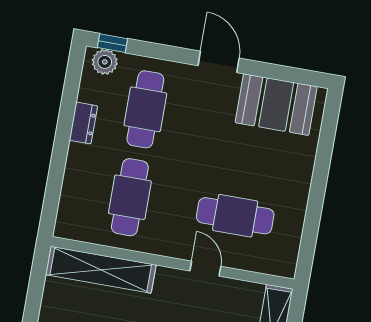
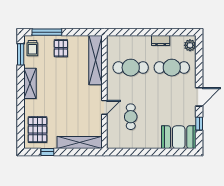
window: (112, 43) -> (199, 124), moved
booth: (276, 105) -> (179, 137), moved, turned 90
cafe table: (235, 216) -> (131, 117), width x0.73, depth x0.74

